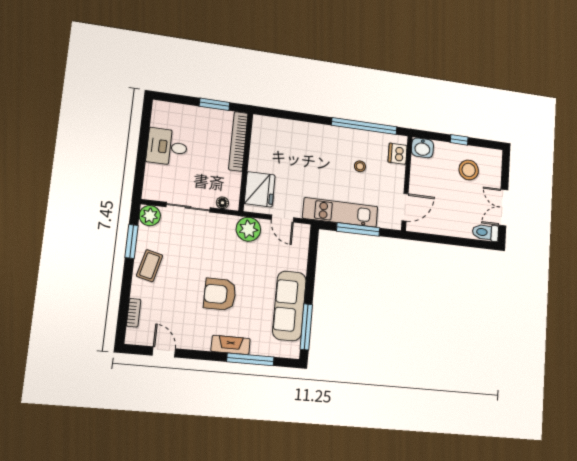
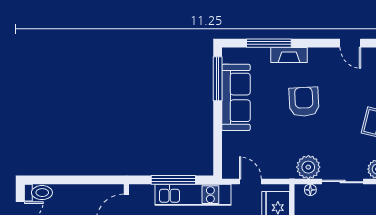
plant: (248, 229) -> (308, 167), moved
armchair: (220, 294) -> (304, 102), turned -93

